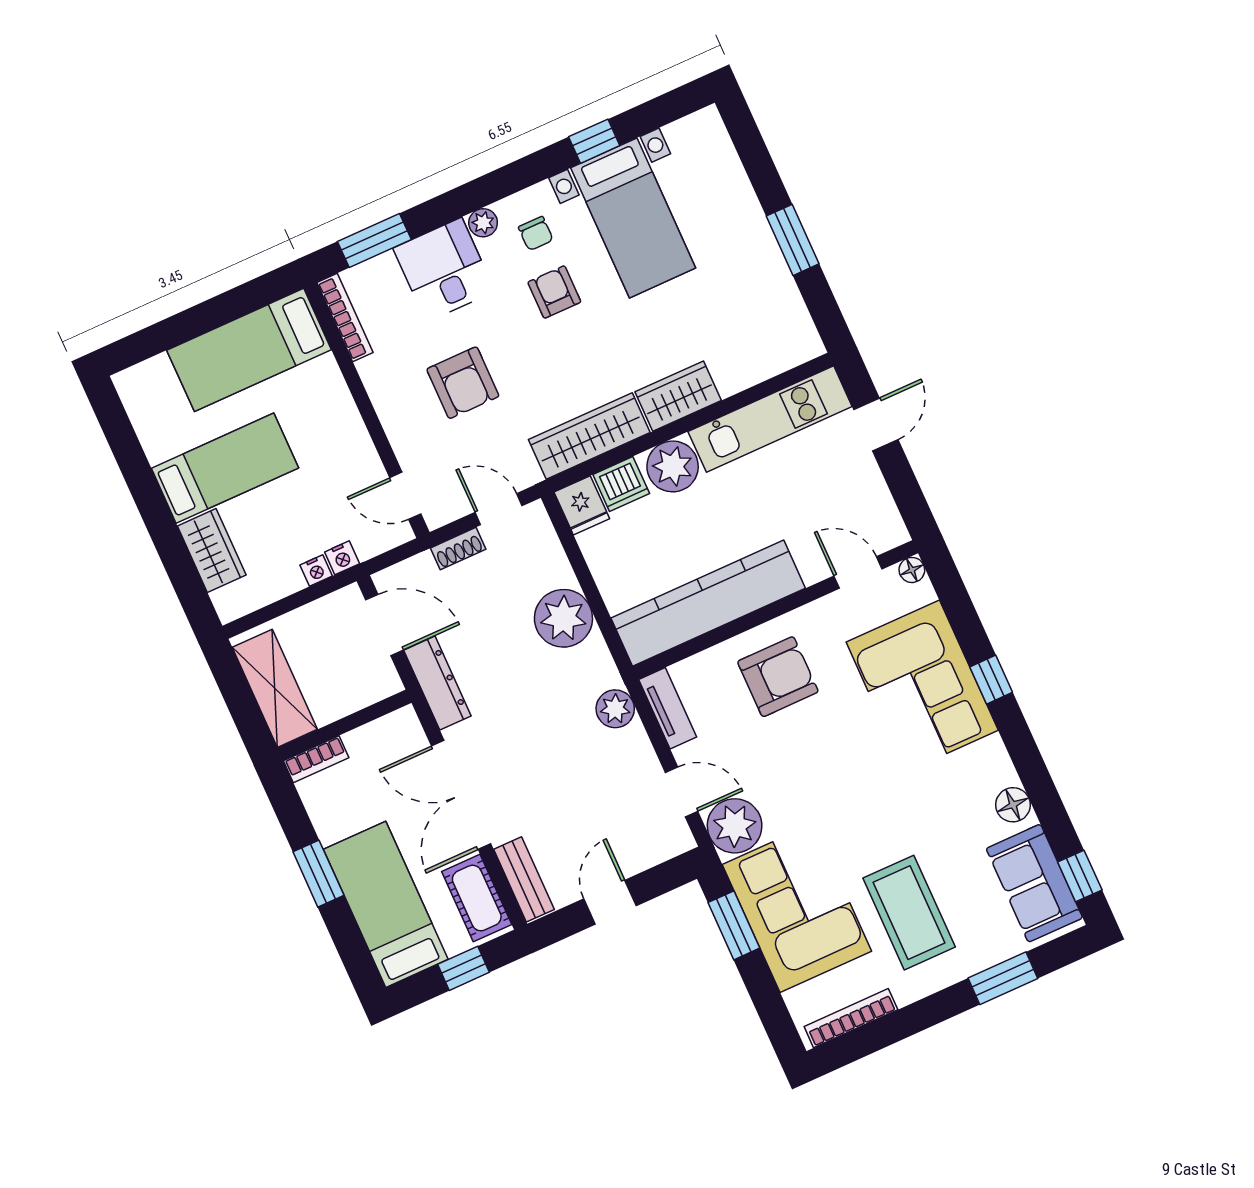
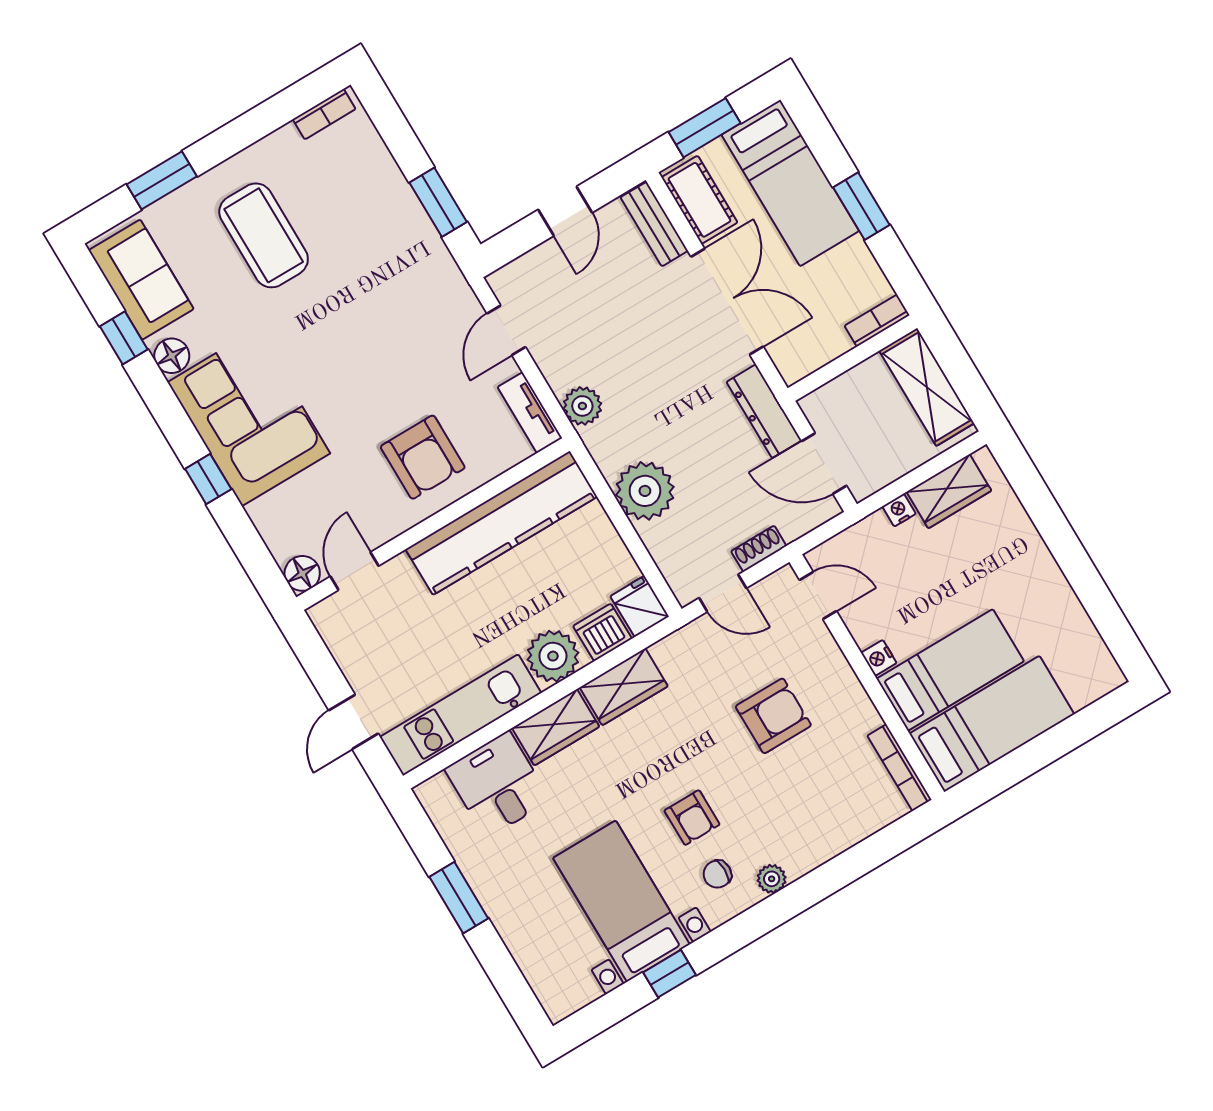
chair: (536, 234) -> (717, 874), turned -90
window: (374, 240) -> (879, 848), removed
desk: (444, 270) -> (498, 785), moved, turned 180
armchair: (463, 383) -> (773, 716), turned 90
wardrobe: (589, 436) -> (624, 687), width x0.67
bed: (225, 468) -> (950, 670), moved, turned 180
wardrobe: (212, 551) -> (949, 491), moved, turned -90
nightstand: (342, 558) -> (879, 658), moved, turned -90
floor lamp: (912, 570) -> (302, 573), width x1.37, depth x1.37
door: (858, 572) -> (354, 571), swing flipped
armchair: (778, 677) -> (423, 457), turned -90
corner sofa: (922, 686) -> (249, 418), moved
door: (681, 792) -> (506, 330), hinge flipped
plant: (735, 826) -> (449, 302), removed
window: (1080, 876) -> (124, 338), moved
corner sofa: (797, 908) -> (377, 227), removed
window: (463, 968) -> (705, 128), width x1.50
bookcase: (851, 1018) -> (324, 114), width x0.64

